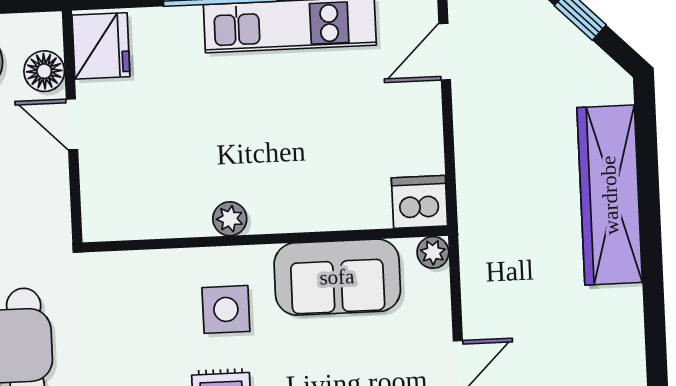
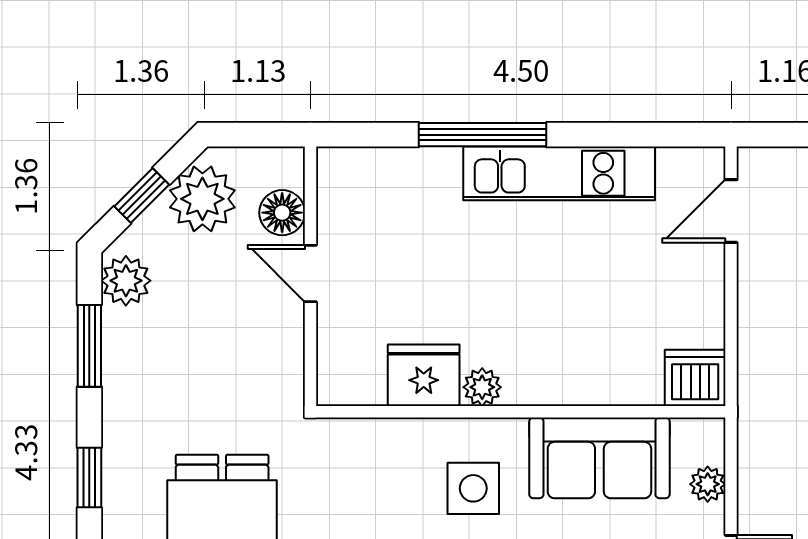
fridge: (101, 46) -> (424, 375), moved, turned -90
plant: (433, 252) -> (708, 484), moved

